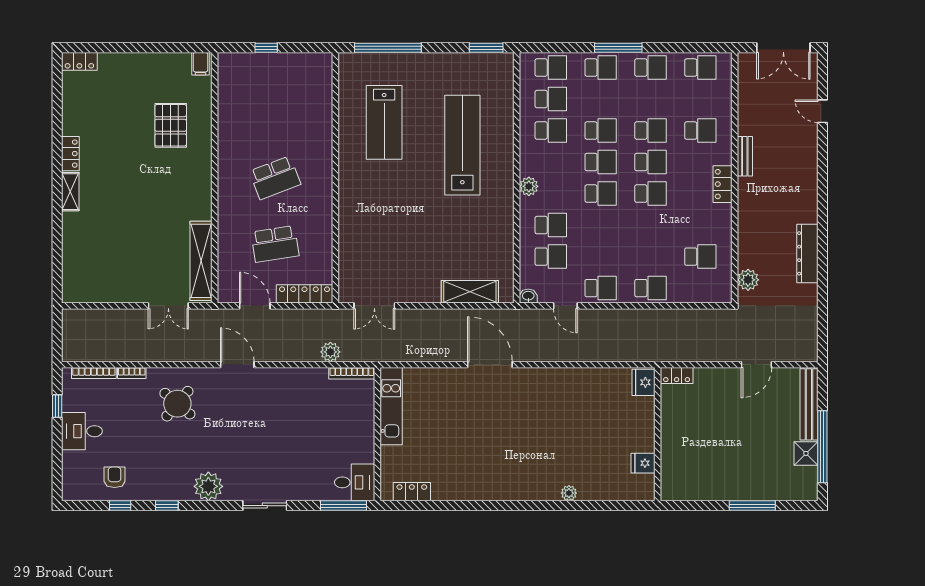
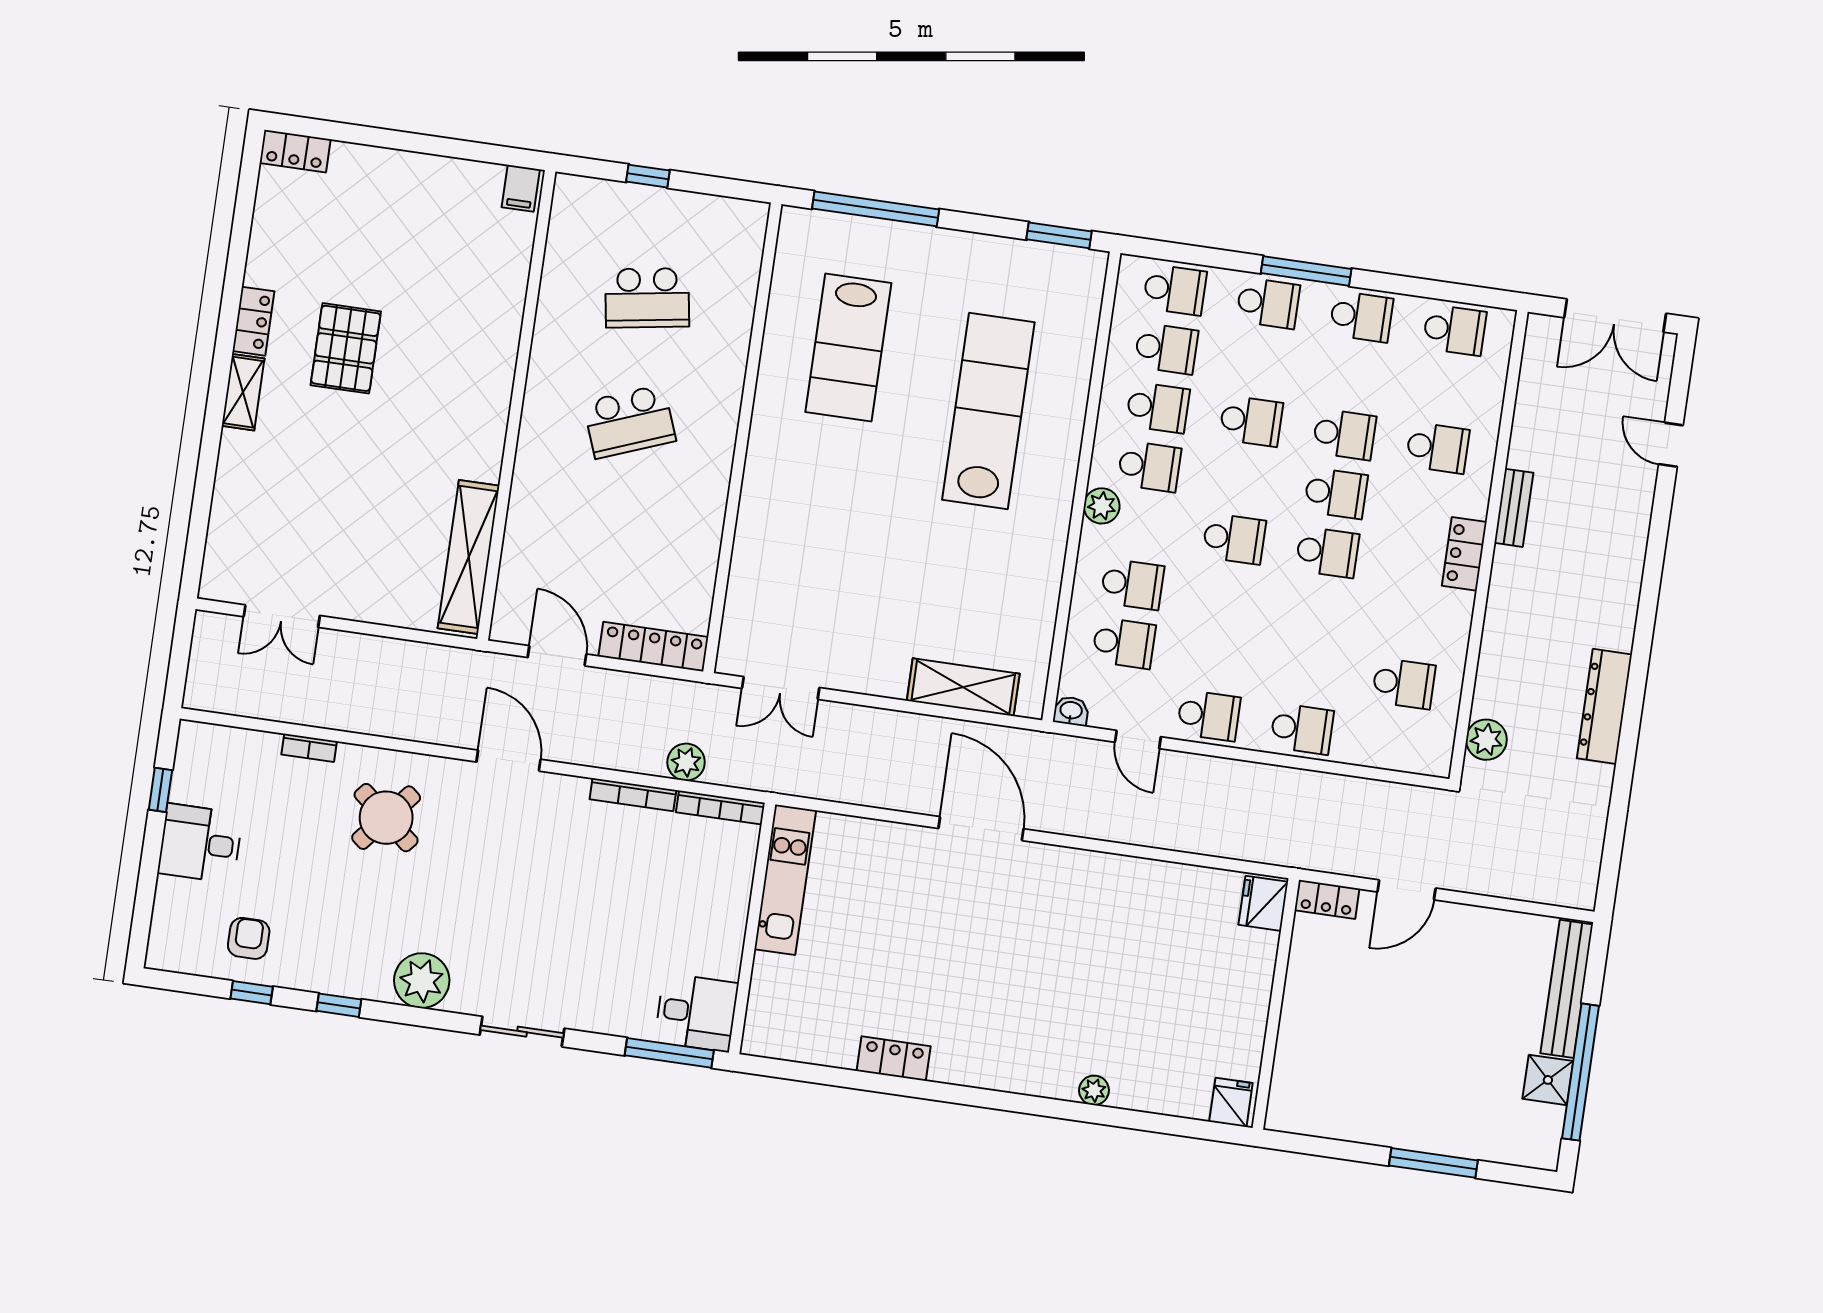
pallet: (171, 125) -> (346, 348), moved
school desk: (601, 162) -> (1149, 466), moved
school desk: (275, 244) -> (647, 298), moved
double door: (168, 306) -> (282, 616), moved
door: (756, 365) -> (1407, 890), moved
bookcase: (94, 373) -> (633, 795), moved
fridge: (643, 463) -> (1231, 1102), moved, turned 90
locker: (412, 492) -> (894, 1059), moved

